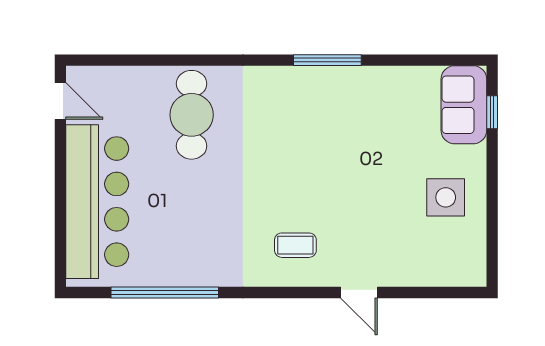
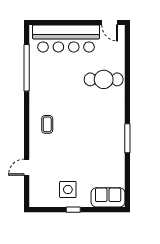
door: (60, 101) -> (110, 23), hinge flipped
window: (492, 112) -> (73, 210), moved
door: (359, 292) -> (27, 167), moved

